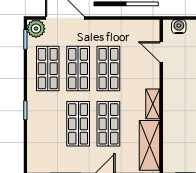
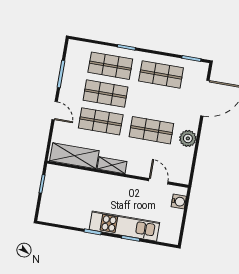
plant: (36, 29) -> (188, 138), moved
door: (161, 52) -> (158, 181), hinge flipped
shop shelf: (78, 69) -> (110, 66), moved

